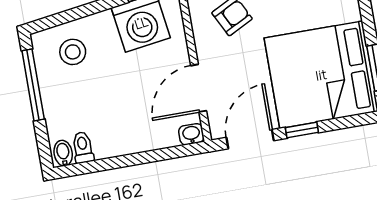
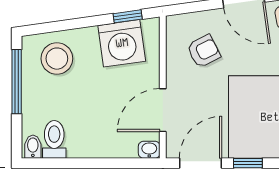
stool: (73, 52) -> (57, 59), width x1.38, depth x1.38
toilet: (83, 147) -> (54, 139), width x1.37, depth x1.39

